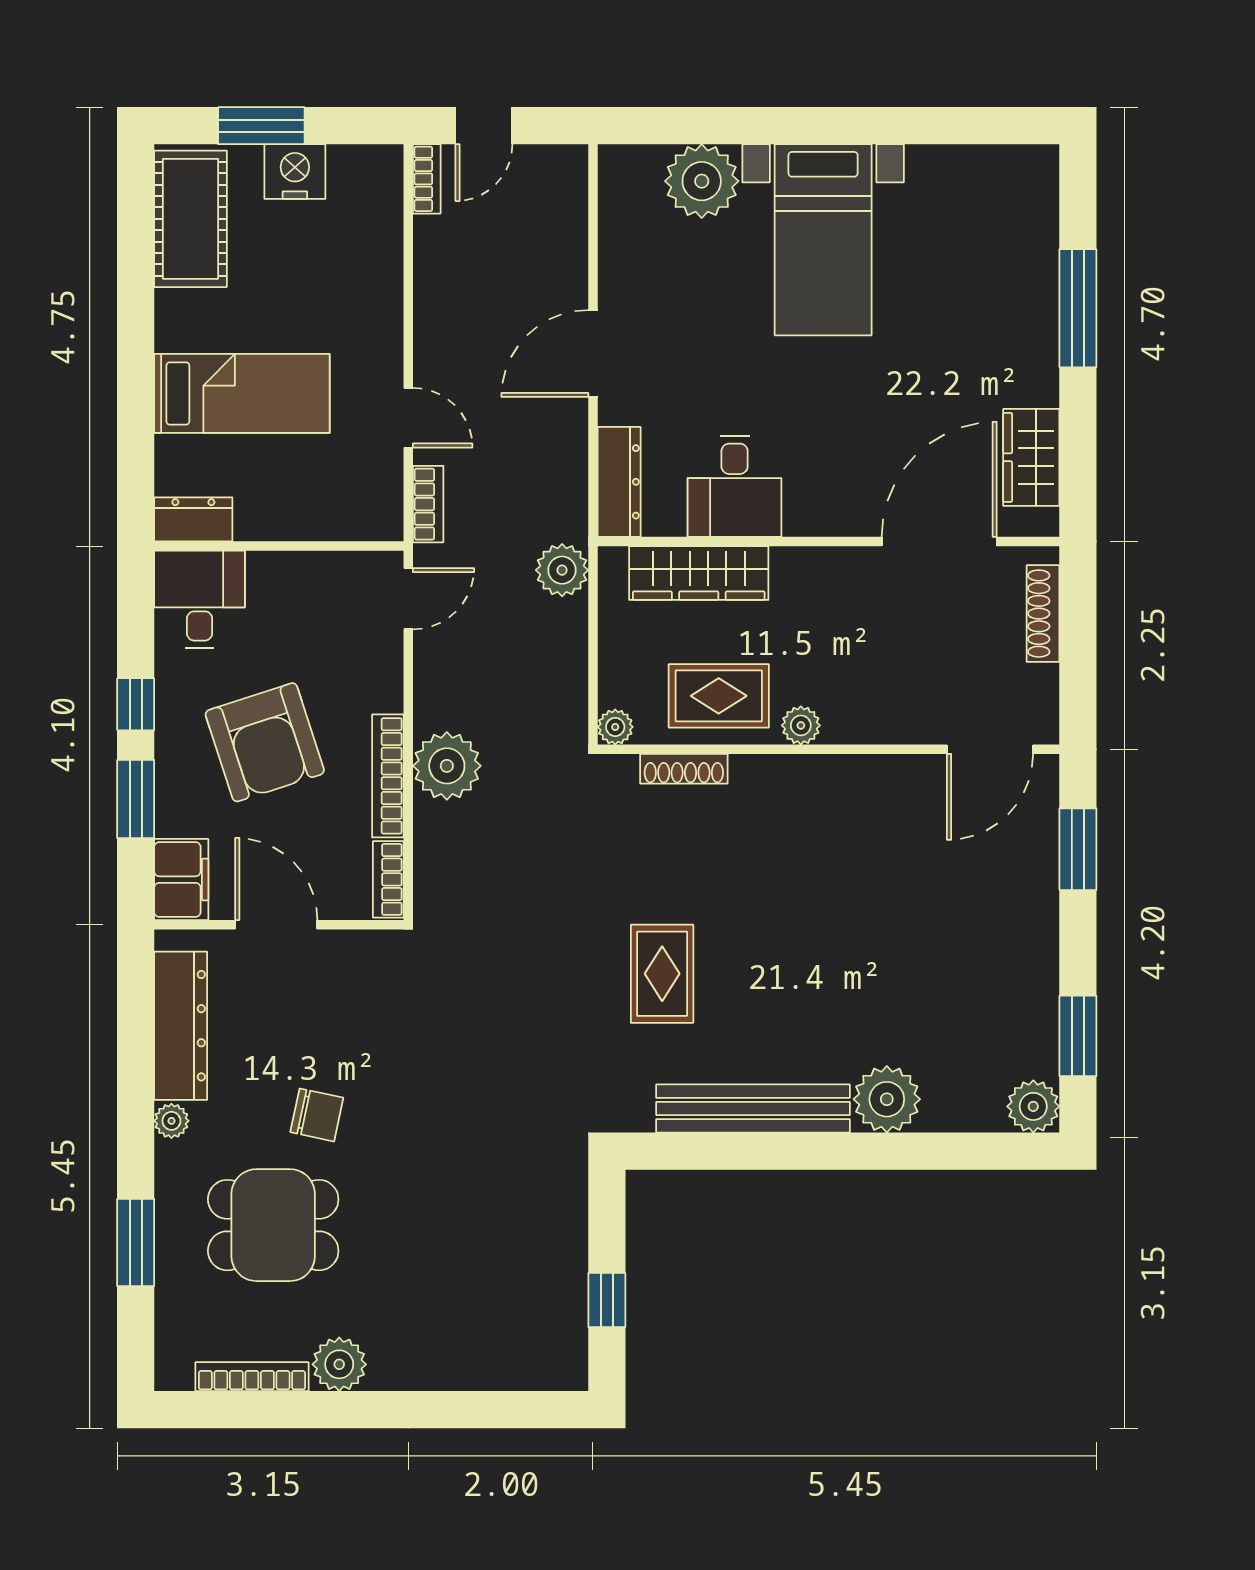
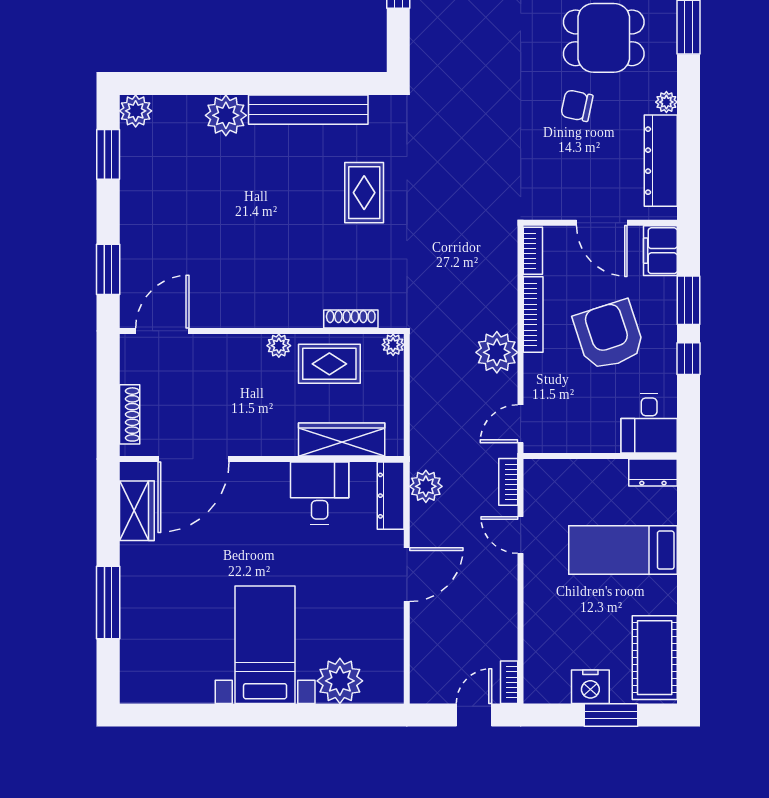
plant: (562, 570) -> (426, 486), moved
plant: (447, 766) -> (497, 352), moved

